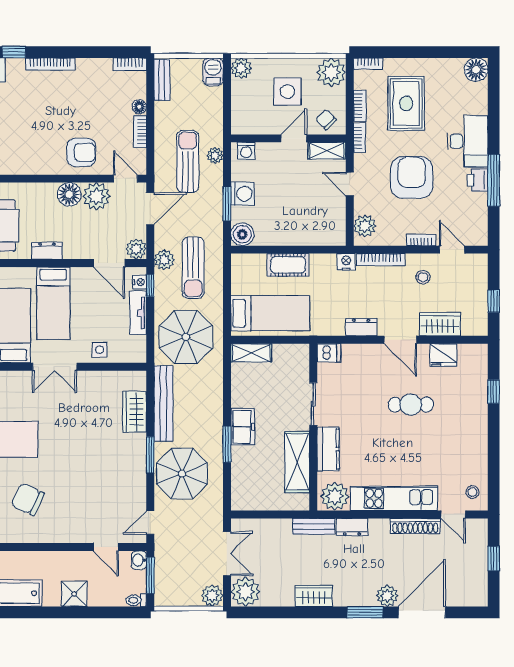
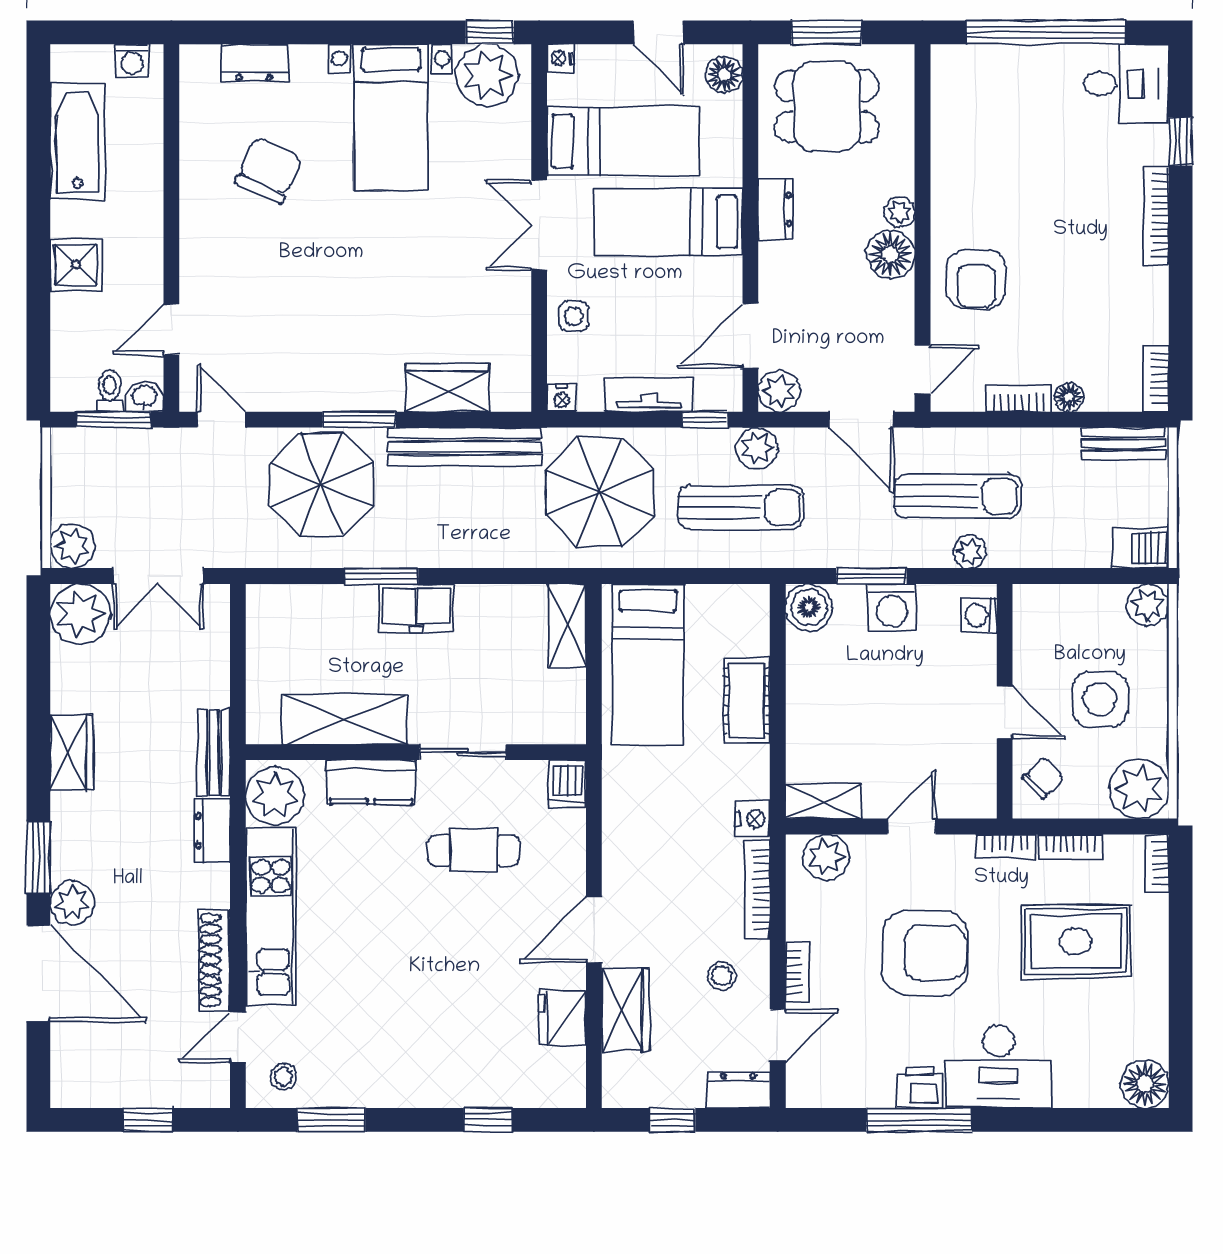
shelving: (327, 151) -> (824, 801), moved, turned 90
plant: (96, 196) -> (900, 212), moved, width x0.53, depth x0.53
sun lounger: (193, 268) -> (741, 507), turned 180
nightstand: (140, 282) -> (562, 398), moved
dresser: (361, 327) -> (738, 1090), moved, turned -90
cafe table: (411, 405) -> (474, 851), moved, turned 90
window: (494, 469) -> (331, 1120), added
toilet: (136, 600) -> (110, 391), moved

